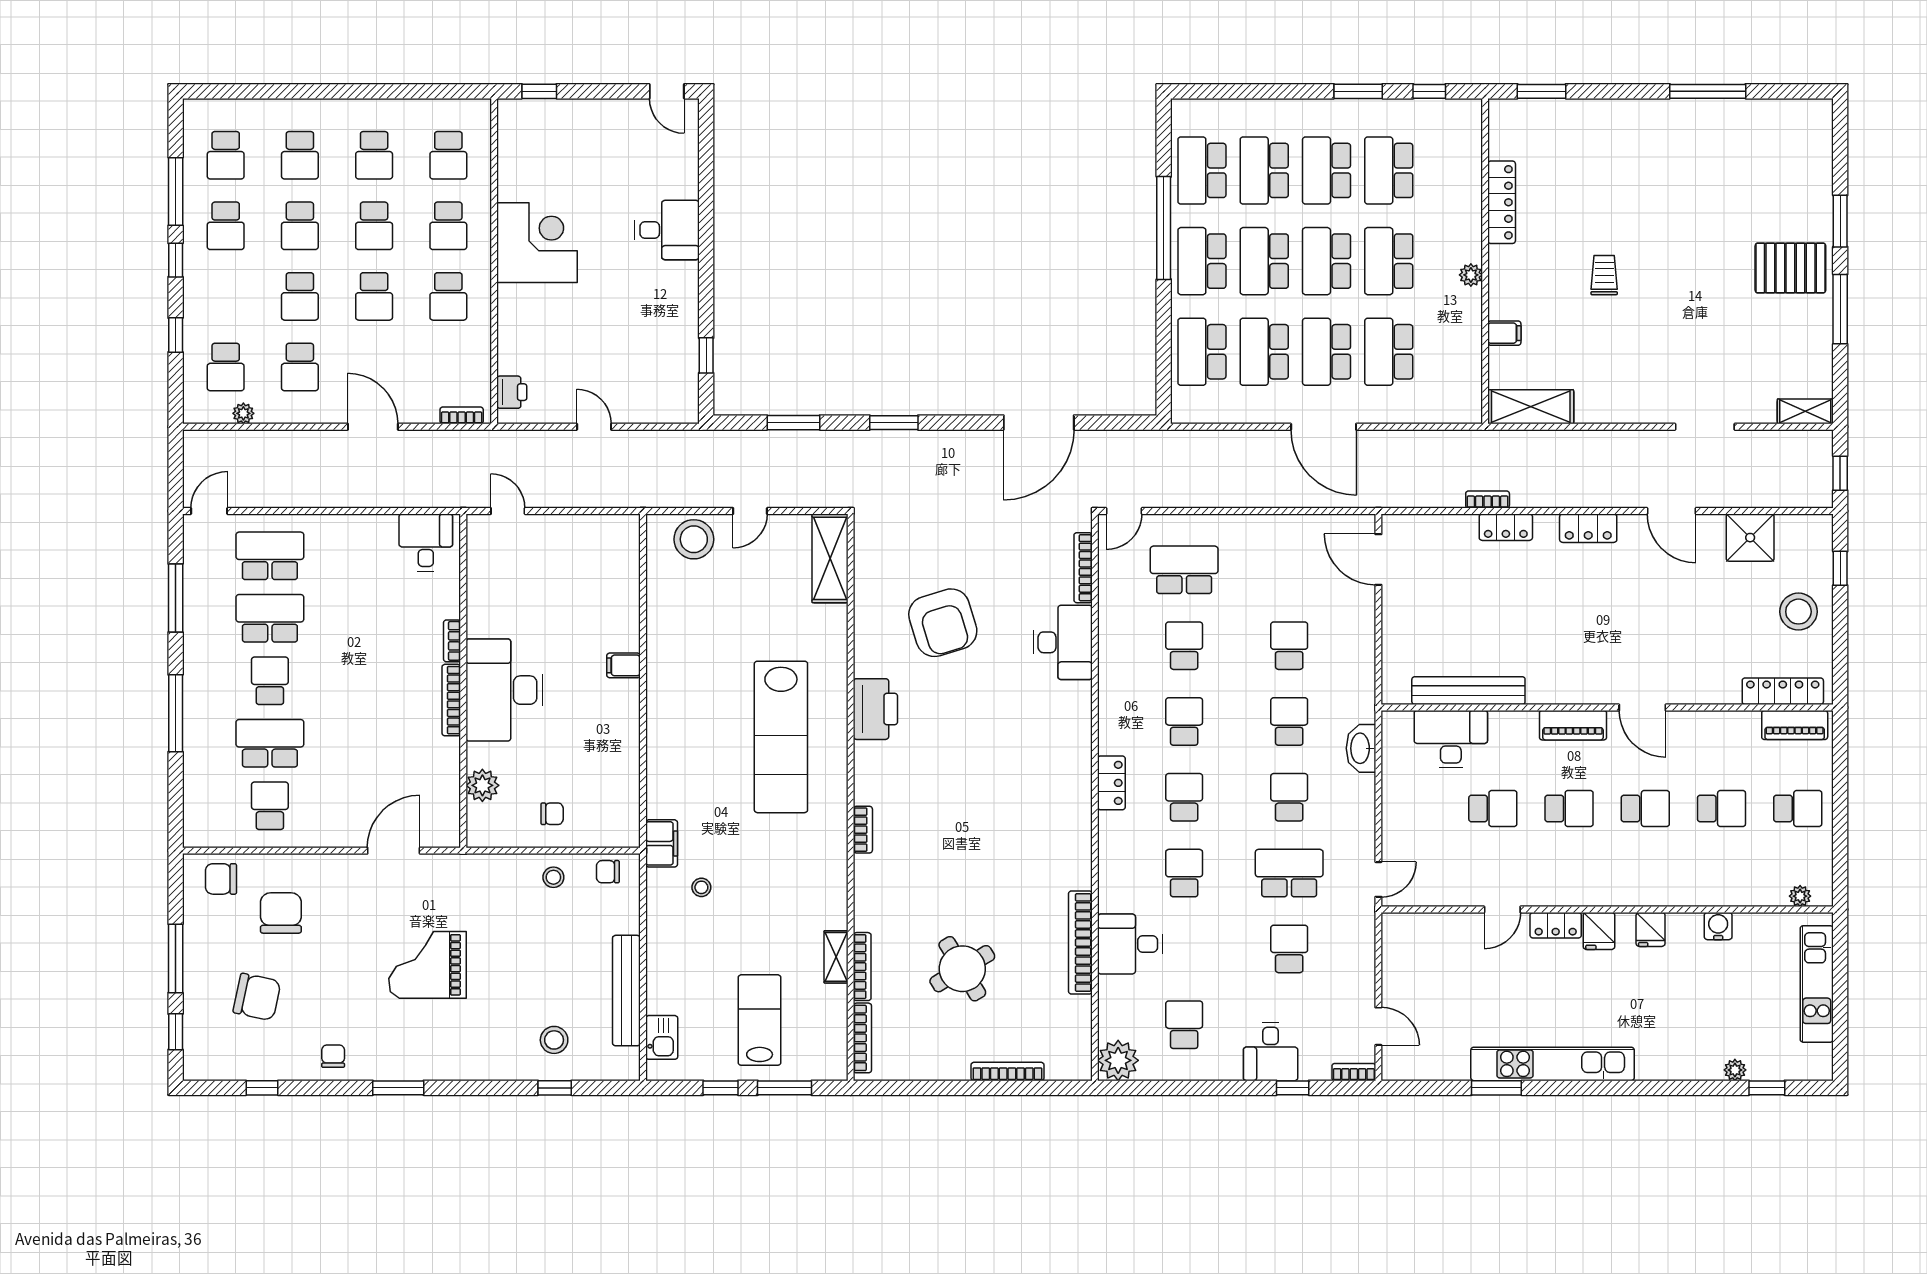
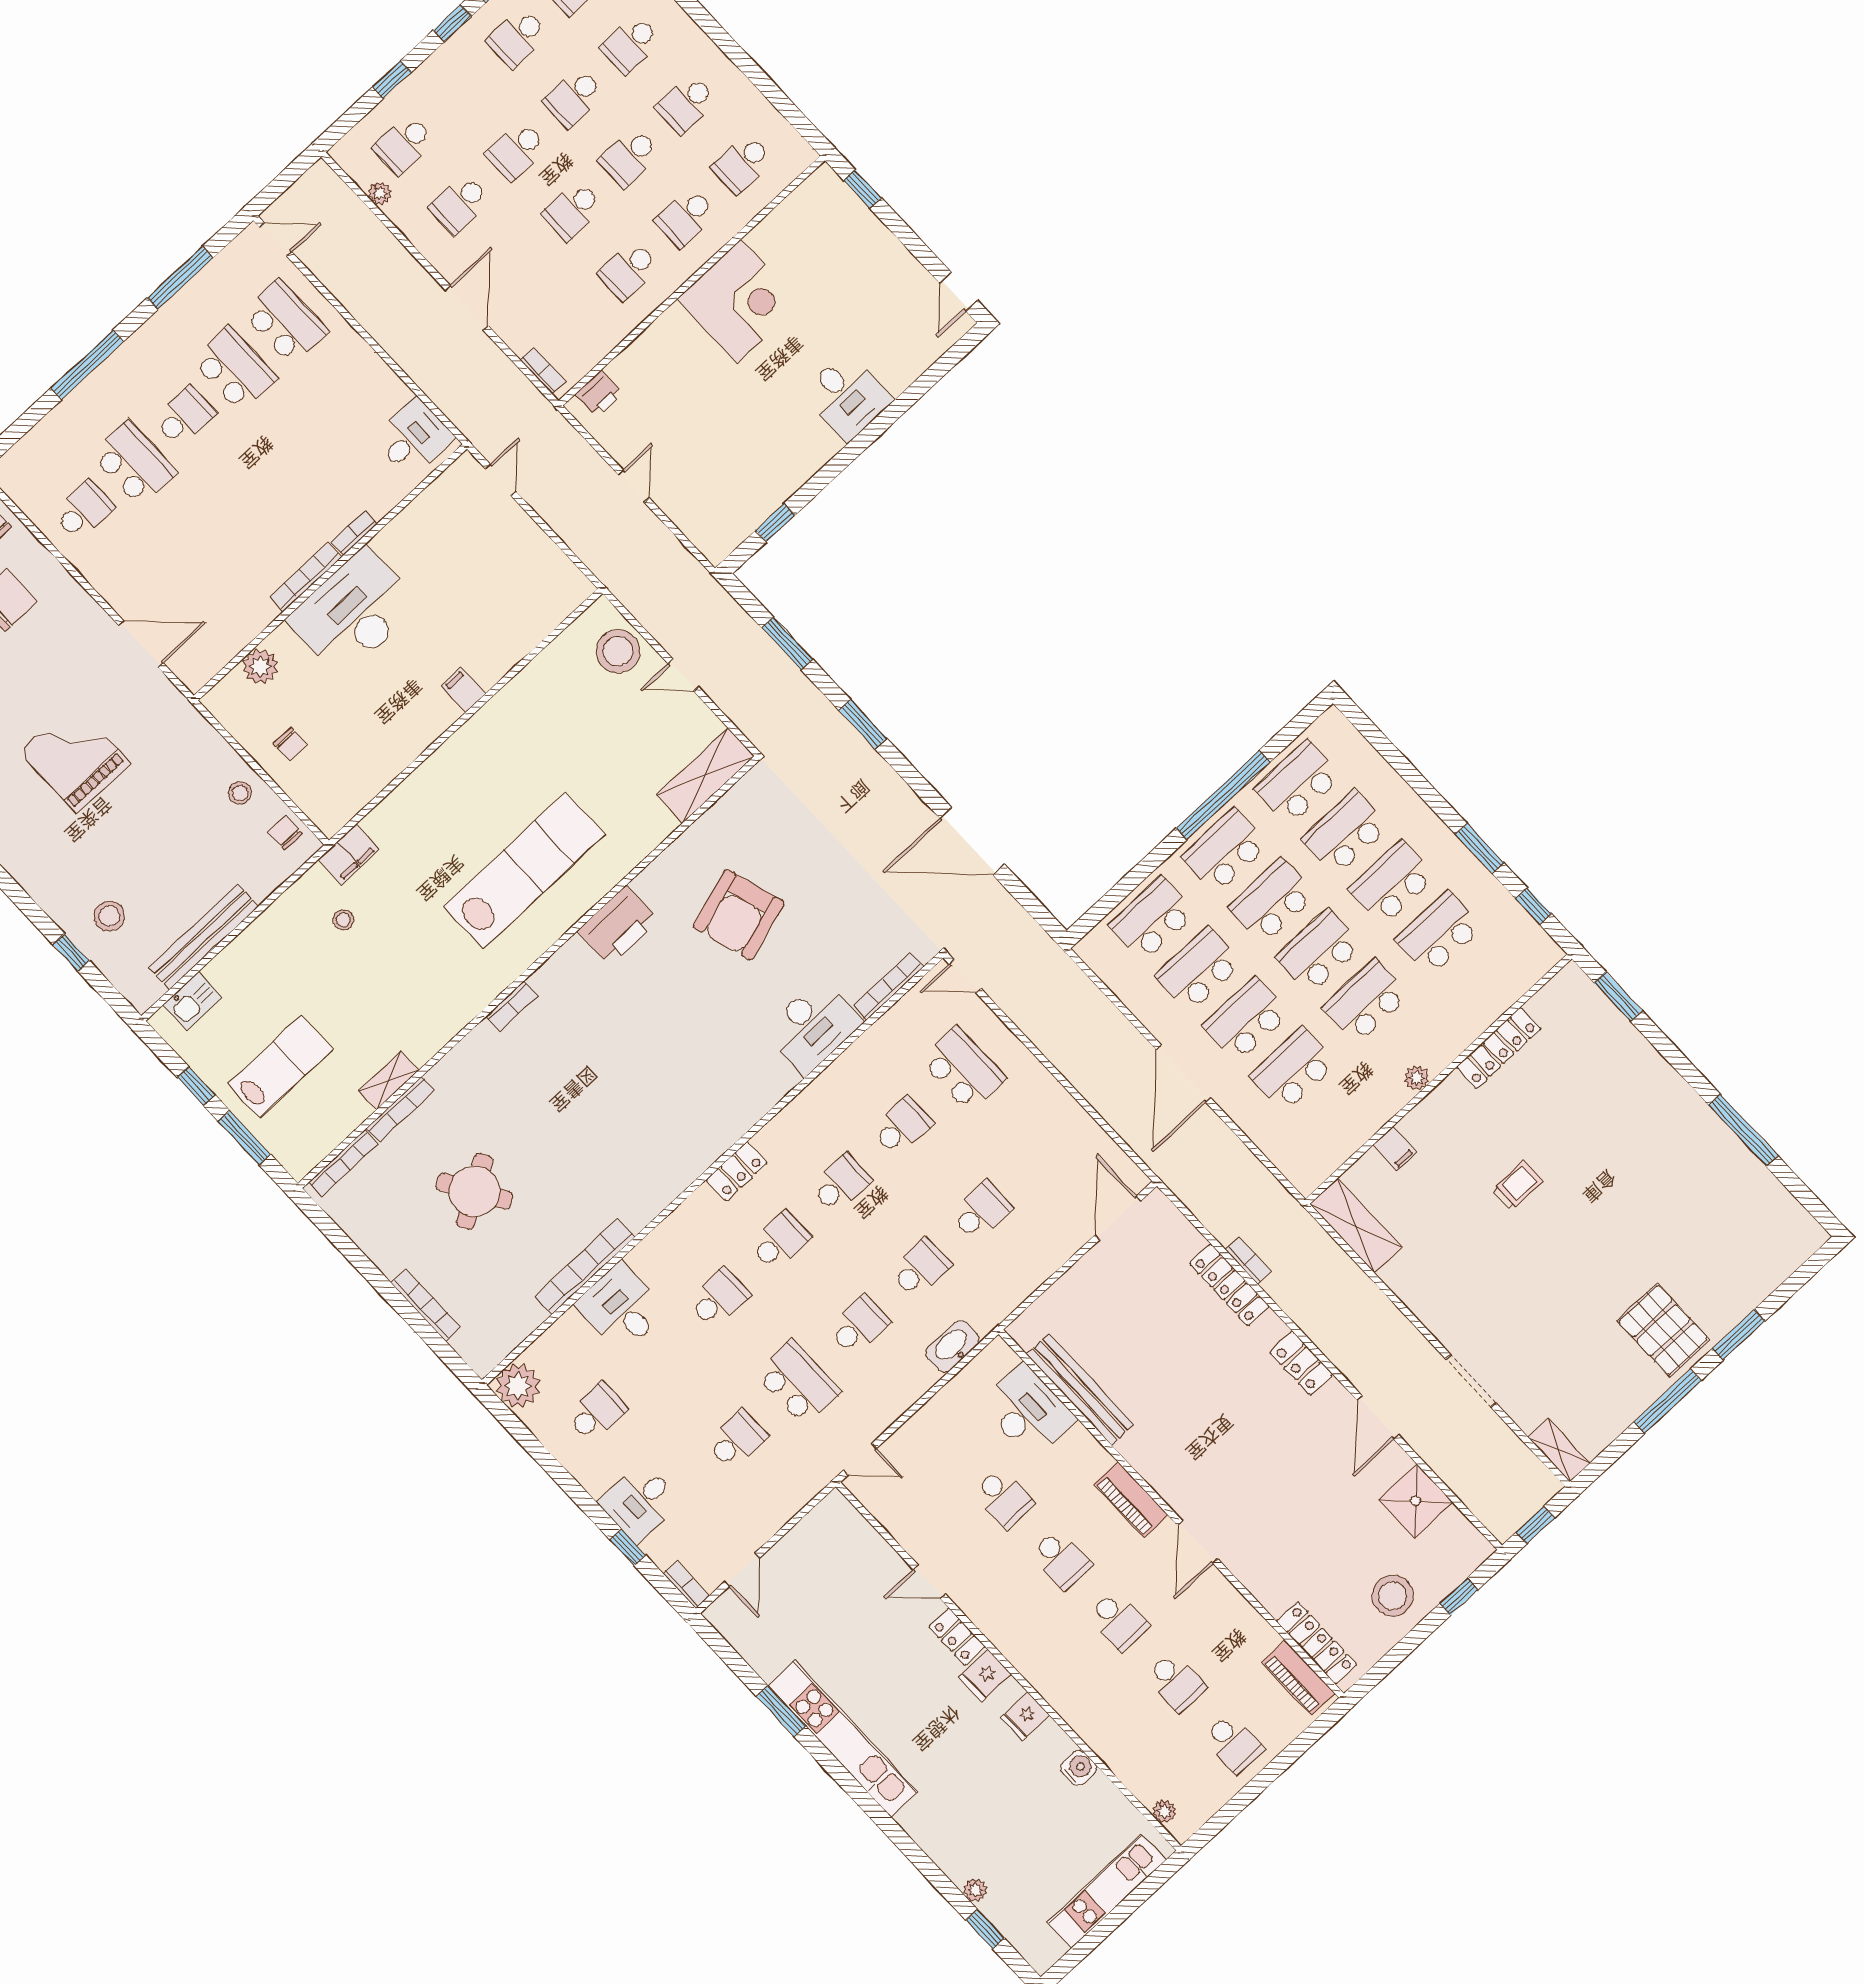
locker: (1506, 527) -> (1229, 1285), width x1.53
lab bench: (781, 737) -> (524, 870), turned 180

